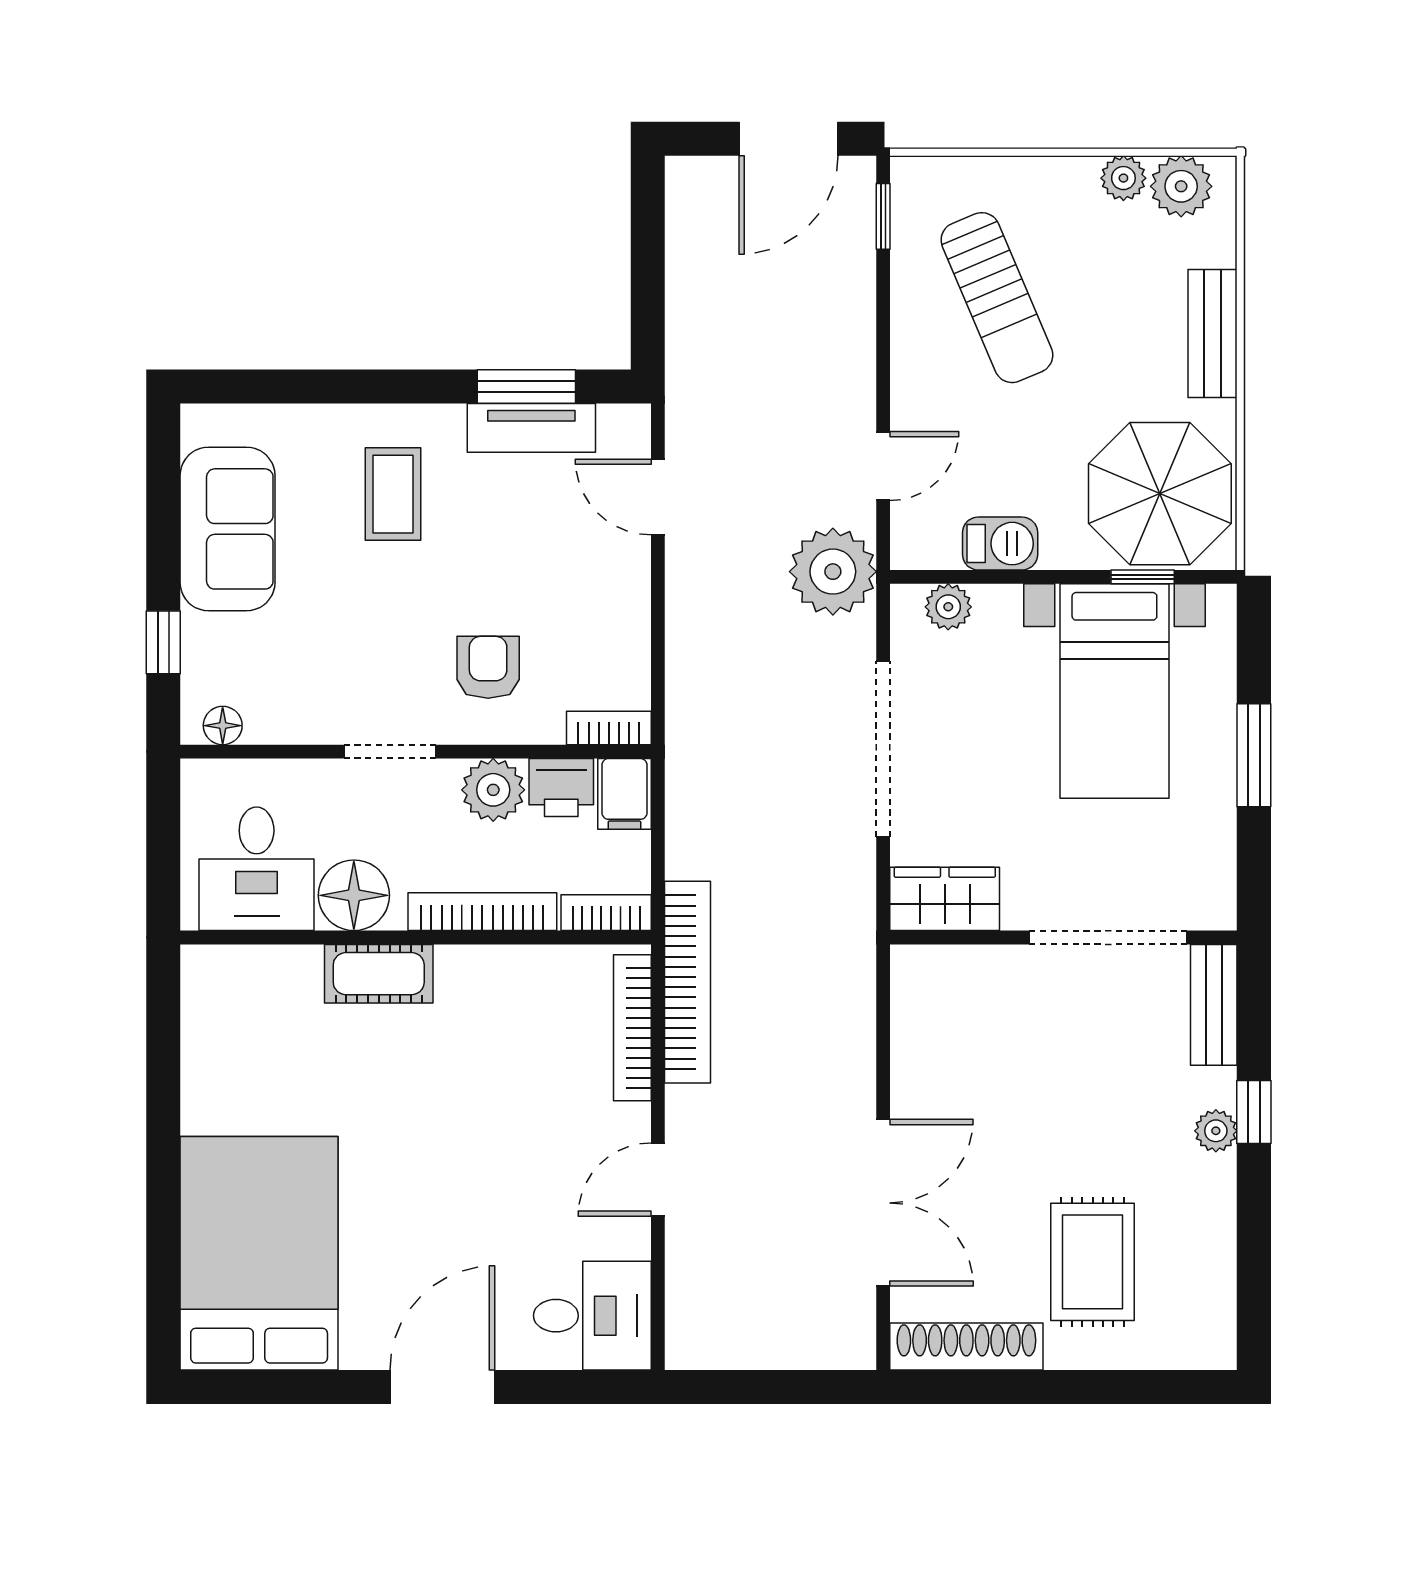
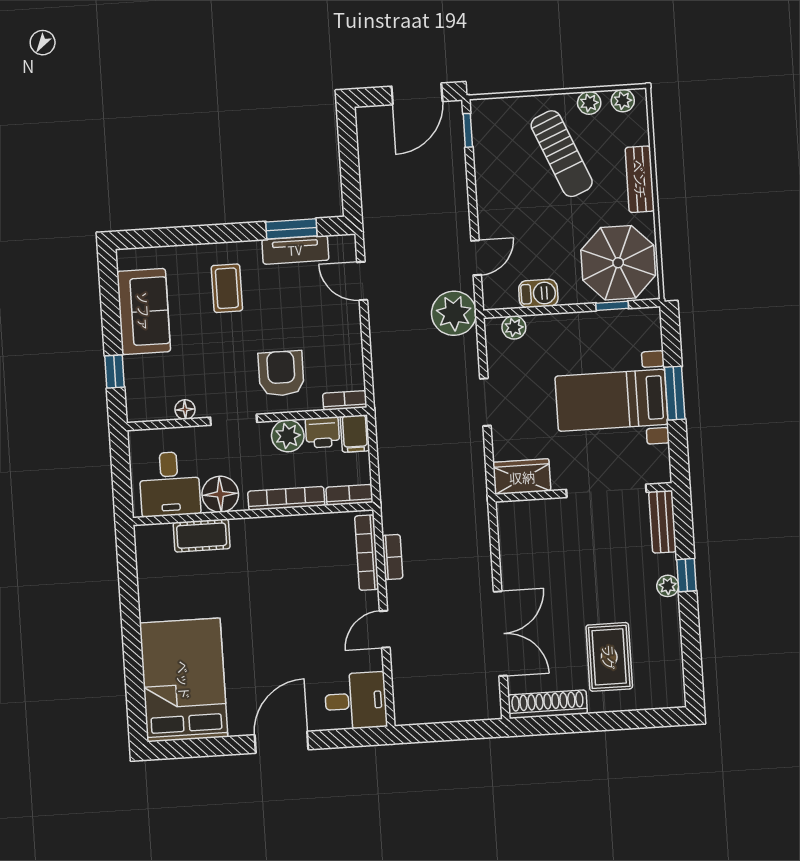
plant: (1181, 186) -> (623, 101), width x0.73, depth x0.73
sun lounger: (997, 298) -> (562, 154), moved
armchair: (488, 667) -> (281, 373), width x1.38, depth x1.38
bed with nightstands: (1114, 691) -> (612, 400), moved, turned 90
floor lamp: (223, 726) -> (185, 410), moved
doorway: (883, 749) -> (485, 402), width x0.53
cot: (379, 974) -> (202, 536), moved
bookcase: (688, 982) -> (392, 557), width x0.43, depth x0.76

